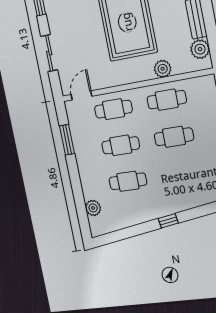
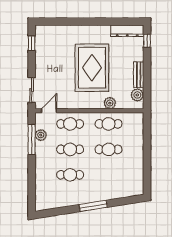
sliding door: (49, 53) -> (32, 90), moved
window: (67, 140) -> (32, 140), width x1.44
plant: (93, 208) -> (41, 135), moved
window: (168, 221) -> (93, 206), width x2.17

